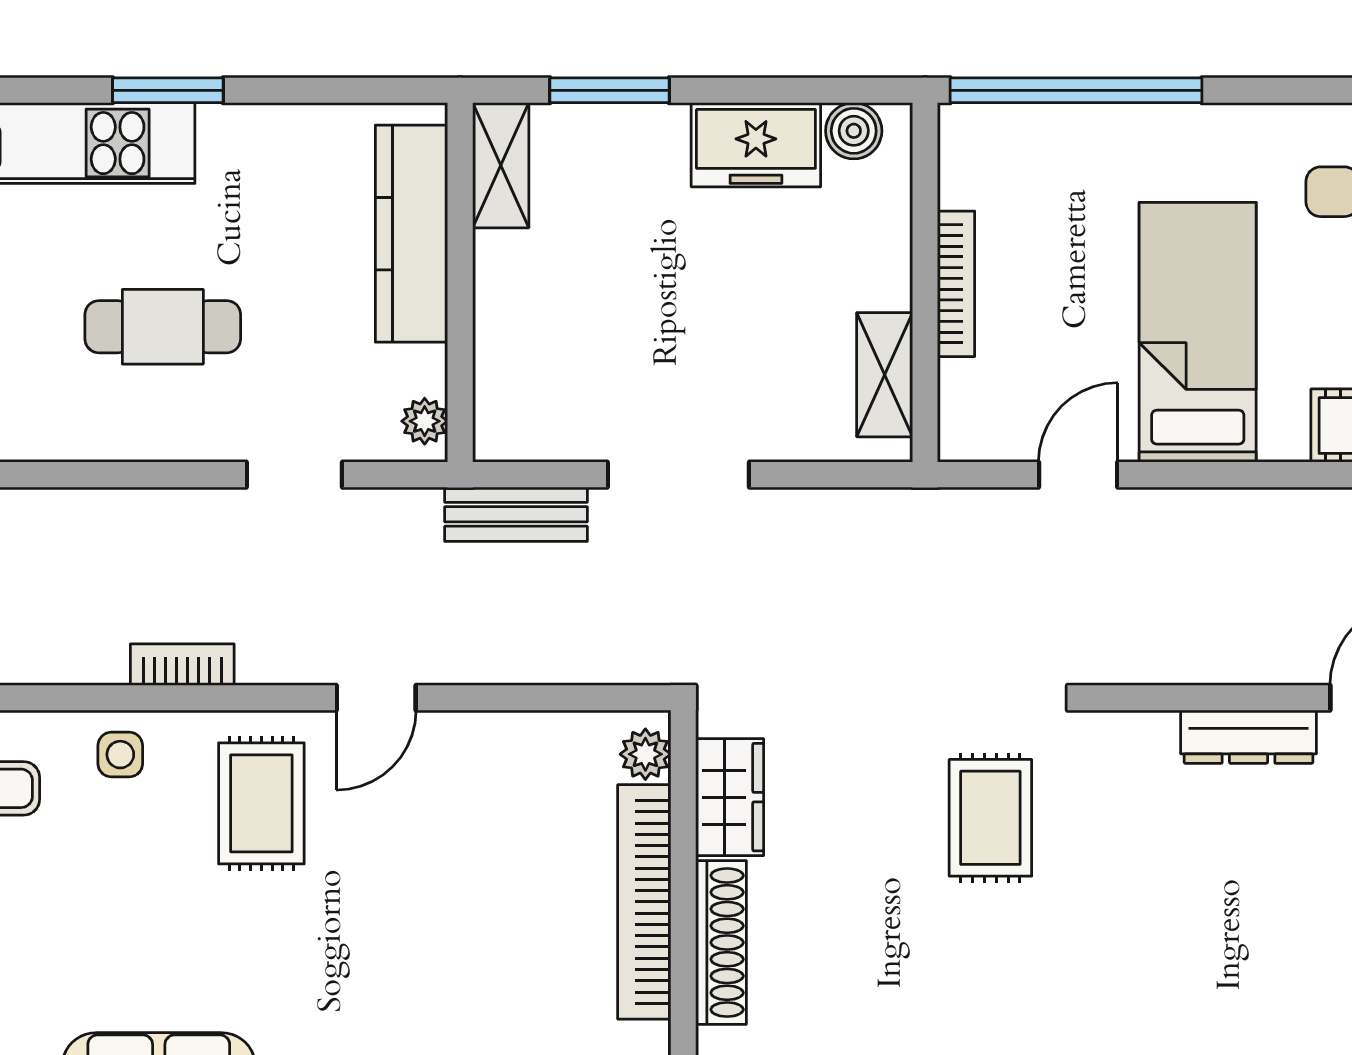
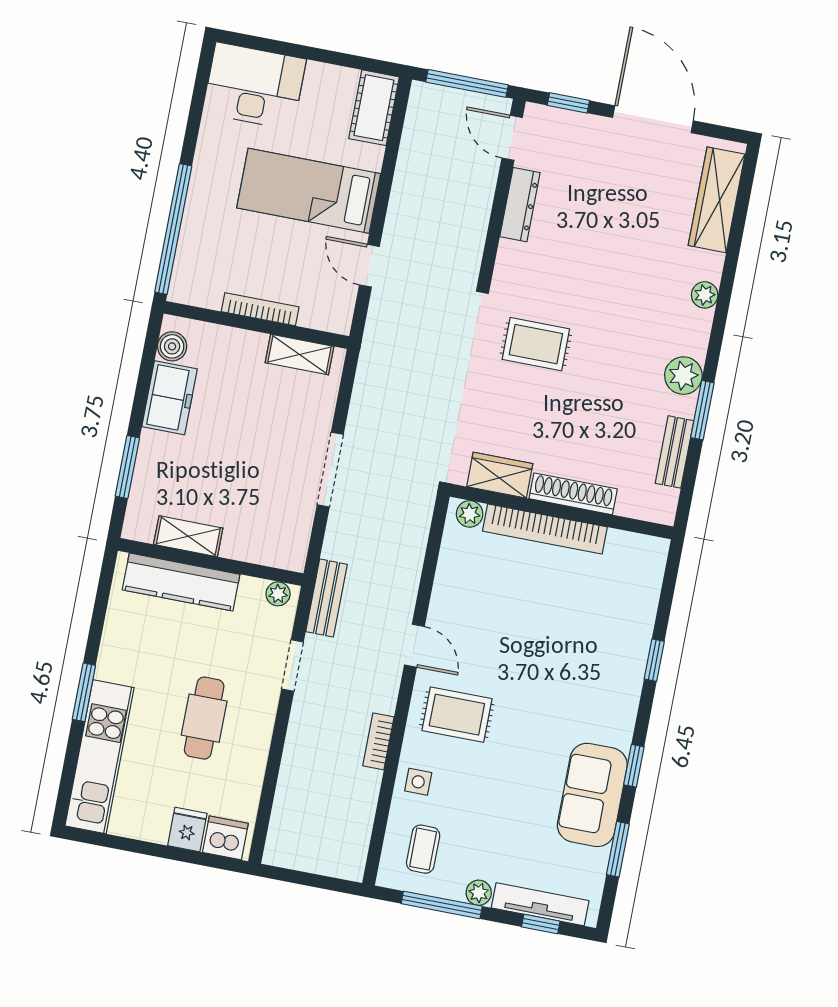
shelving: (501, 165) -> (188, 536), moved
bench: (516, 514) -> (326, 598), moved

